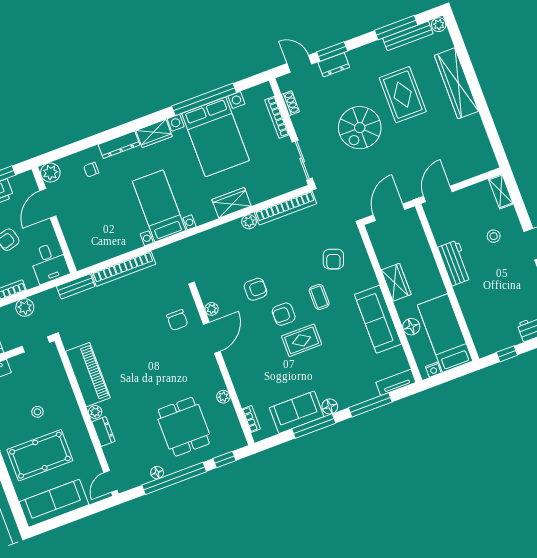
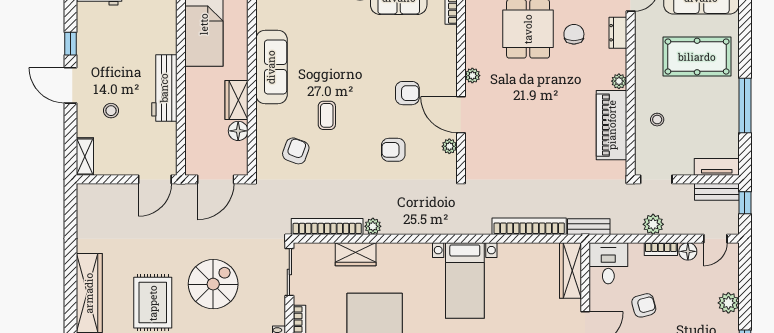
wardrobe: (232, 203) -> (356, 254), moved
wardrobe: (77, 246) -> (570, 270), added
workbench: (455, 263) -> (164, 88), width x1.38
armchair: (284, 314) -> (407, 93), moved
chair: (177, 320) -> (574, 34), moved
floor lamp: (411, 327) -> (238, 131), moved
door: (212, 338) -> (461, 115), hinge flipped
rug: (302, 340) -> (364, 75), removed
plant: (223, 397) -> (472, 76), moved
stool: (37, 412) -> (657, 120), moved
dresser: (103, 432) -> (618, 33), moved

